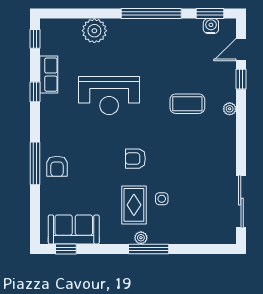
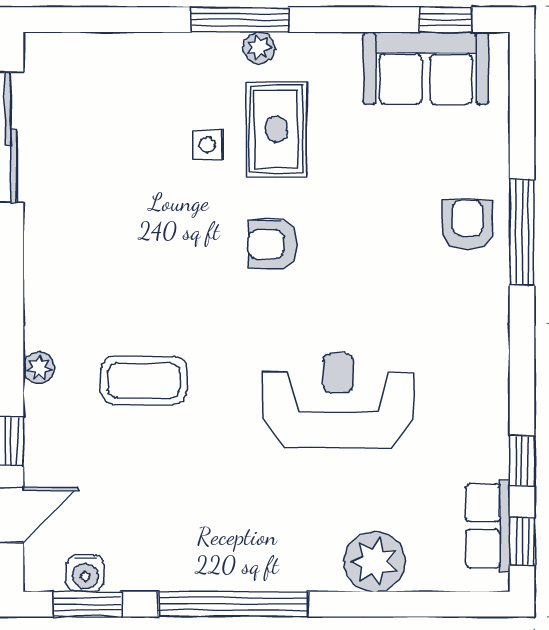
row of seats: (49, 75) -> (488, 526), moved
window: (35, 92) -> (522, 461), moved
armchair: (135, 159) -> (273, 244), turned 180

